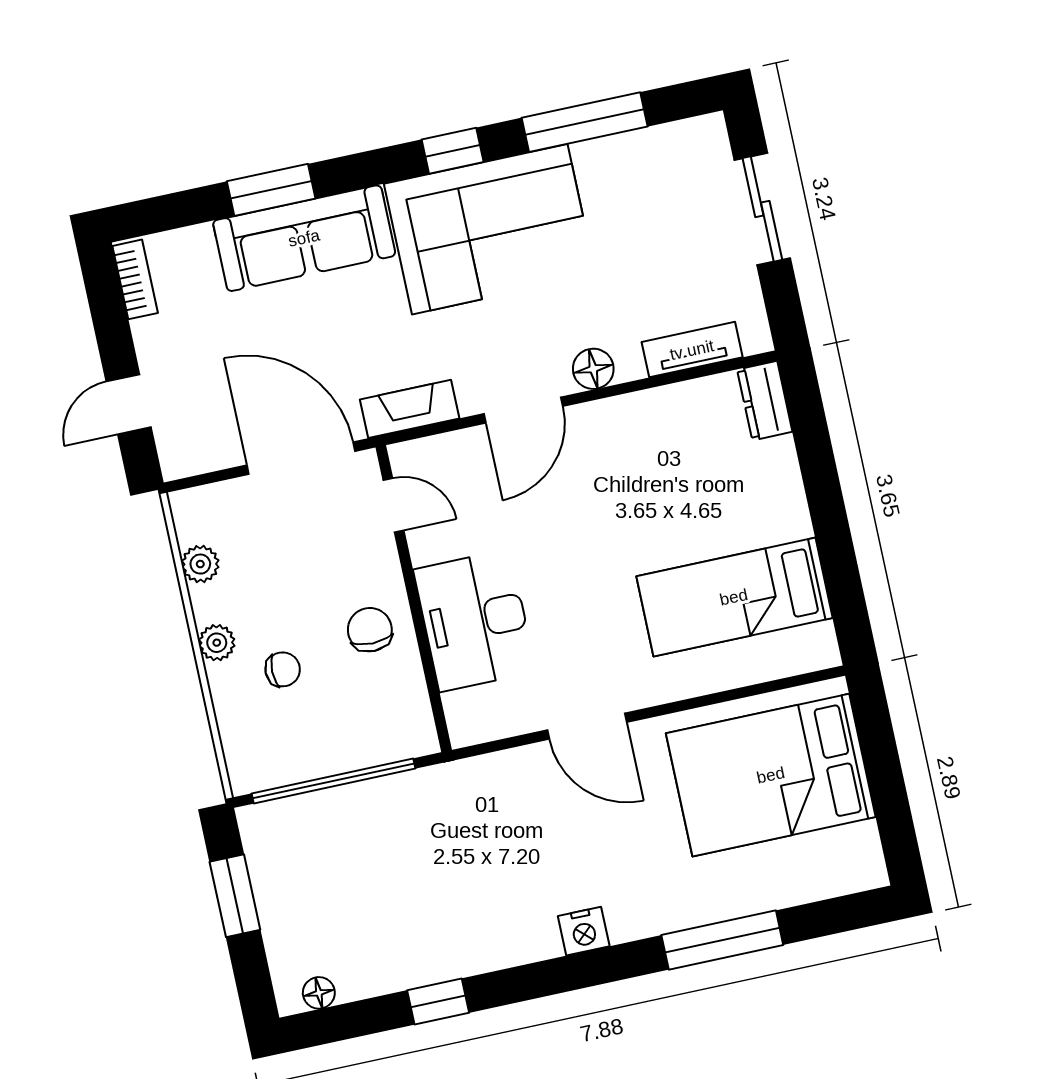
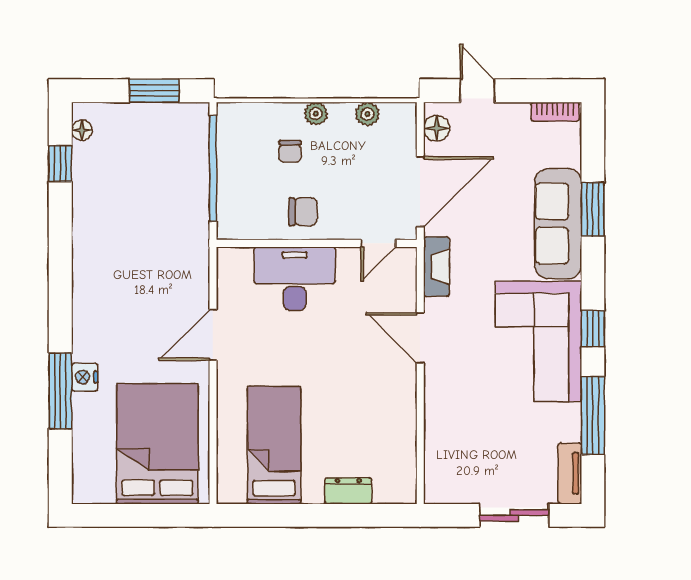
tv unit: (692, 350) -> (570, 473), moved, turned 180
floor lamp: (593, 369) -> (437, 128), moved
dresser: (765, 401) -> (348, 491), moved
nightstand: (584, 931) -> (85, 377), moved
window: (438, 1001) -> (60, 163), moved

